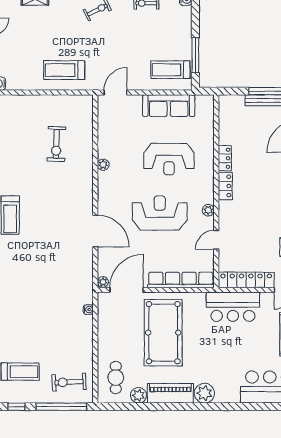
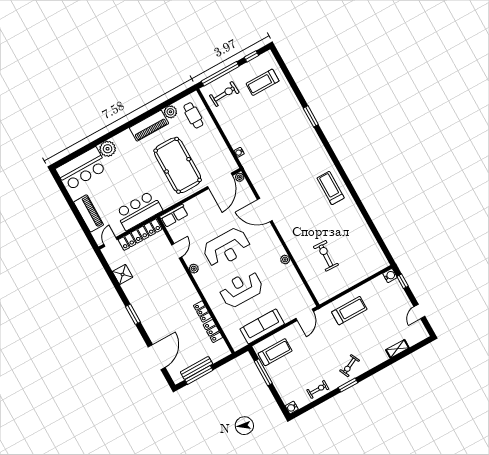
locker: (225, 186) -> (213, 331), moved
row of seats: (181, 280) -> (174, 216), width x0.50
plant: (204, 393) -> (108, 149), moved

